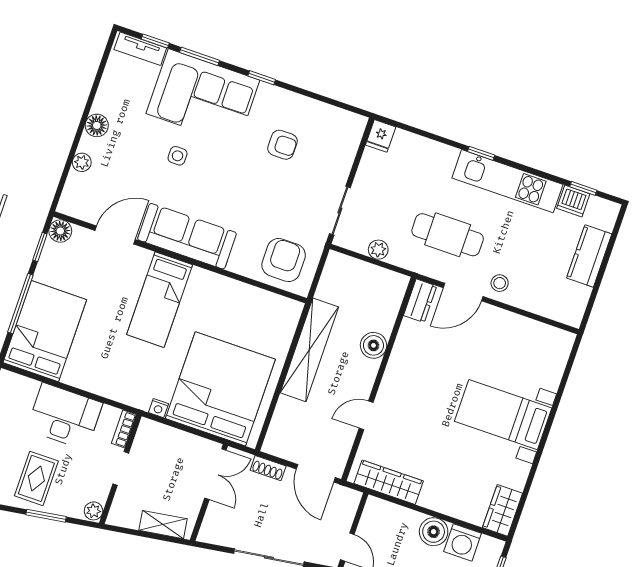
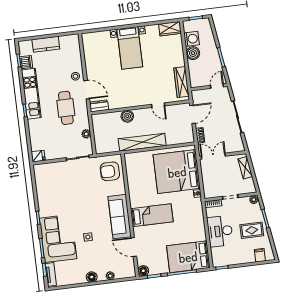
armchair: (282, 145) -> (62, 195), removed

